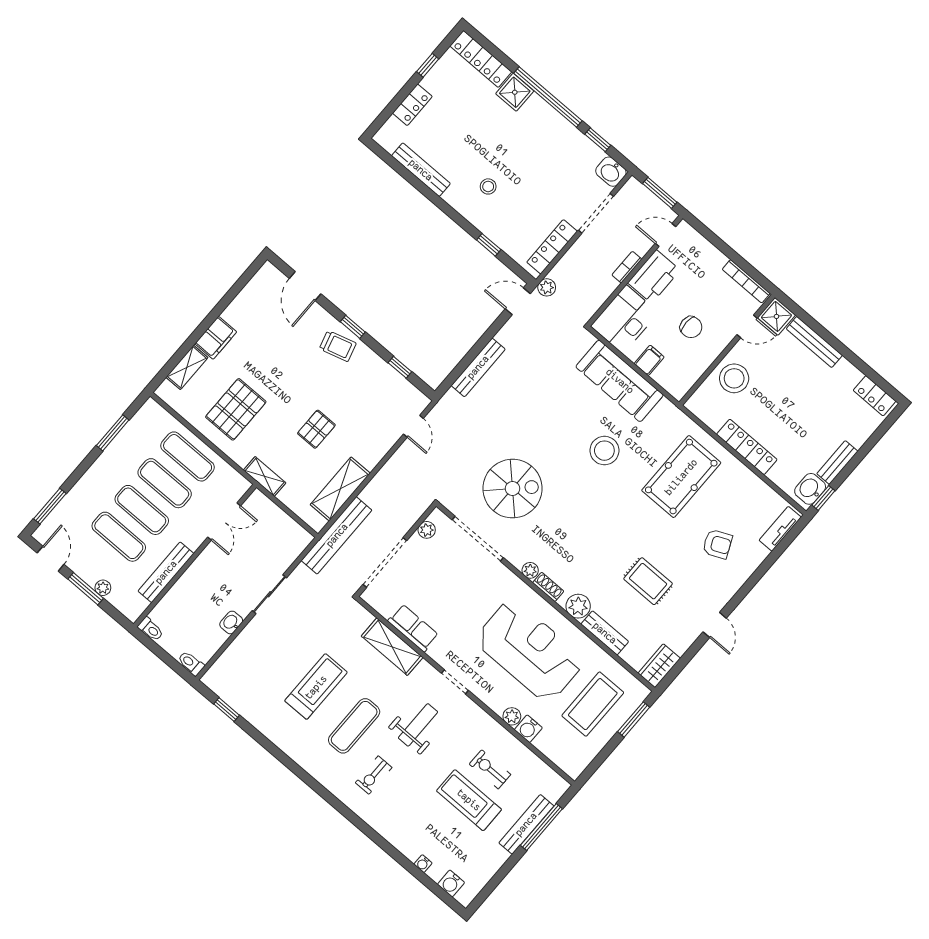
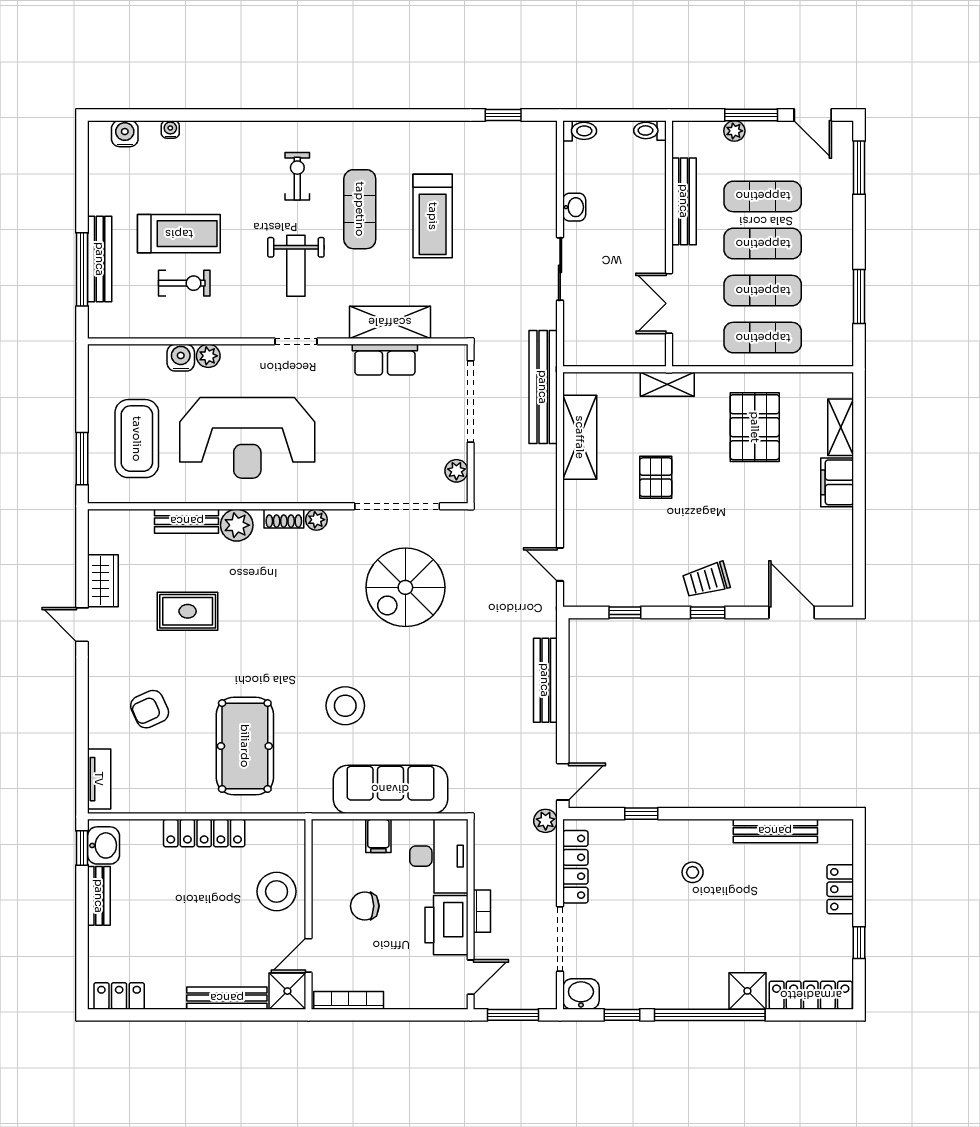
wardrobe: (659, 666) -> (103, 581), moved

